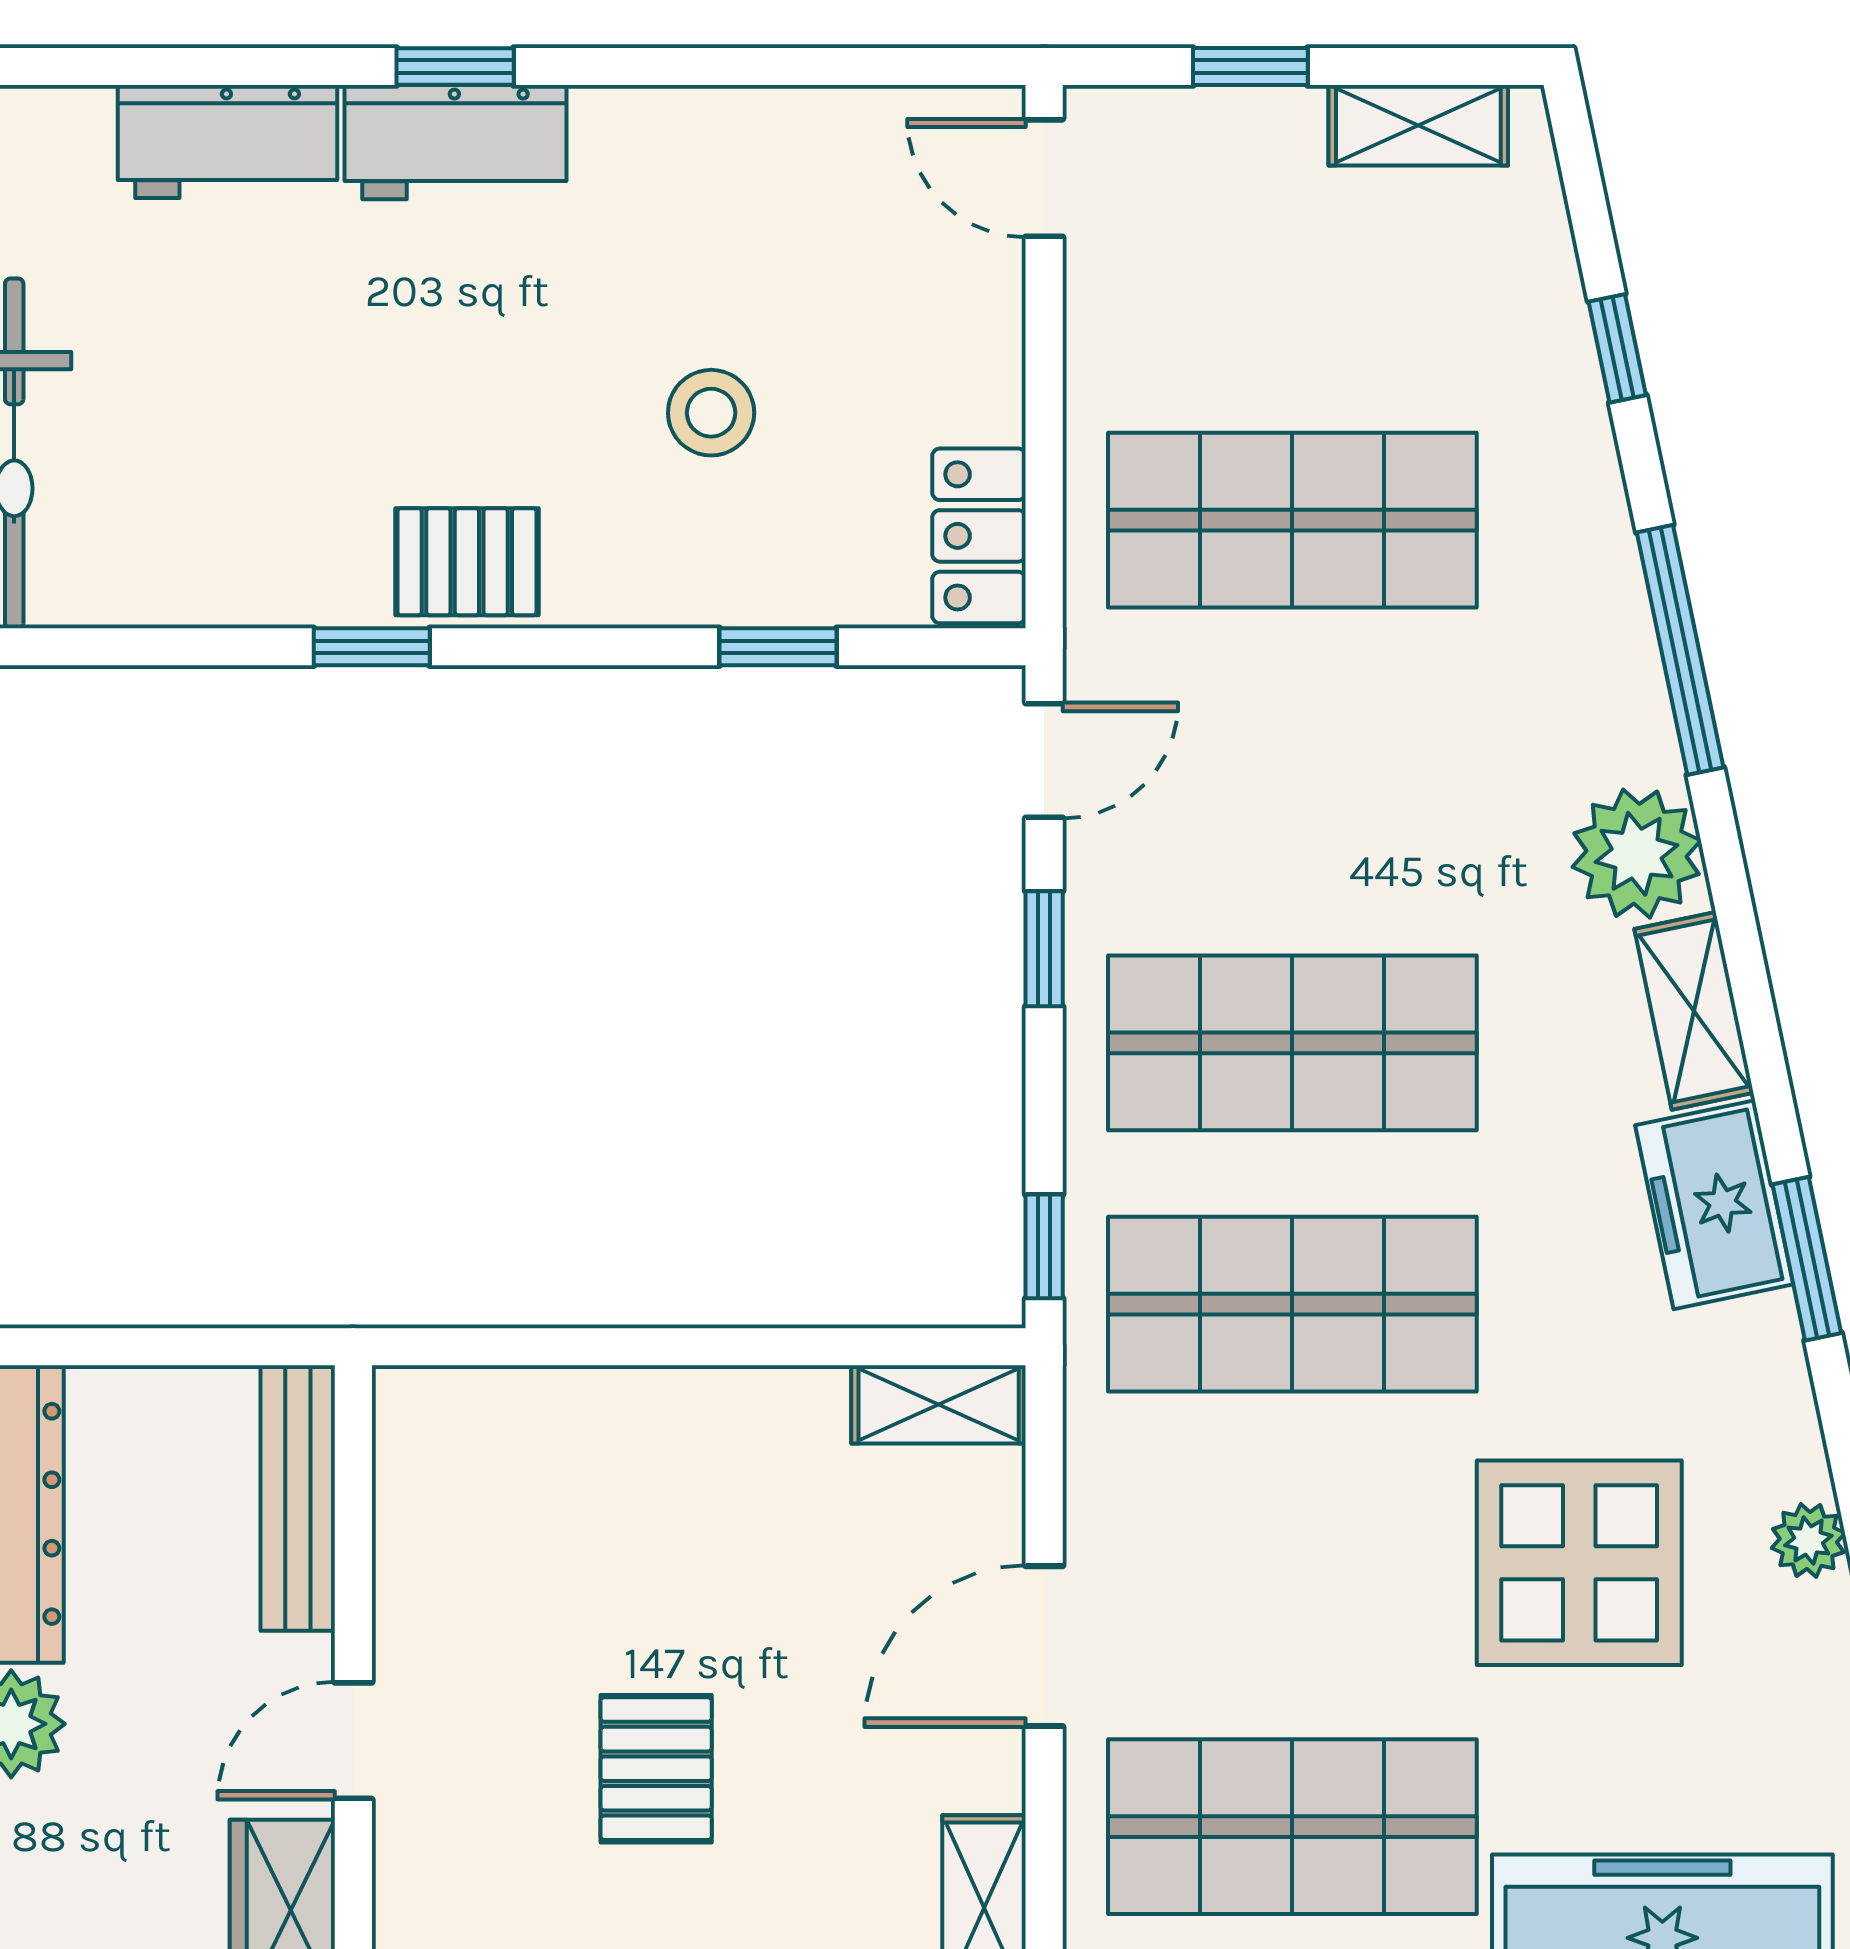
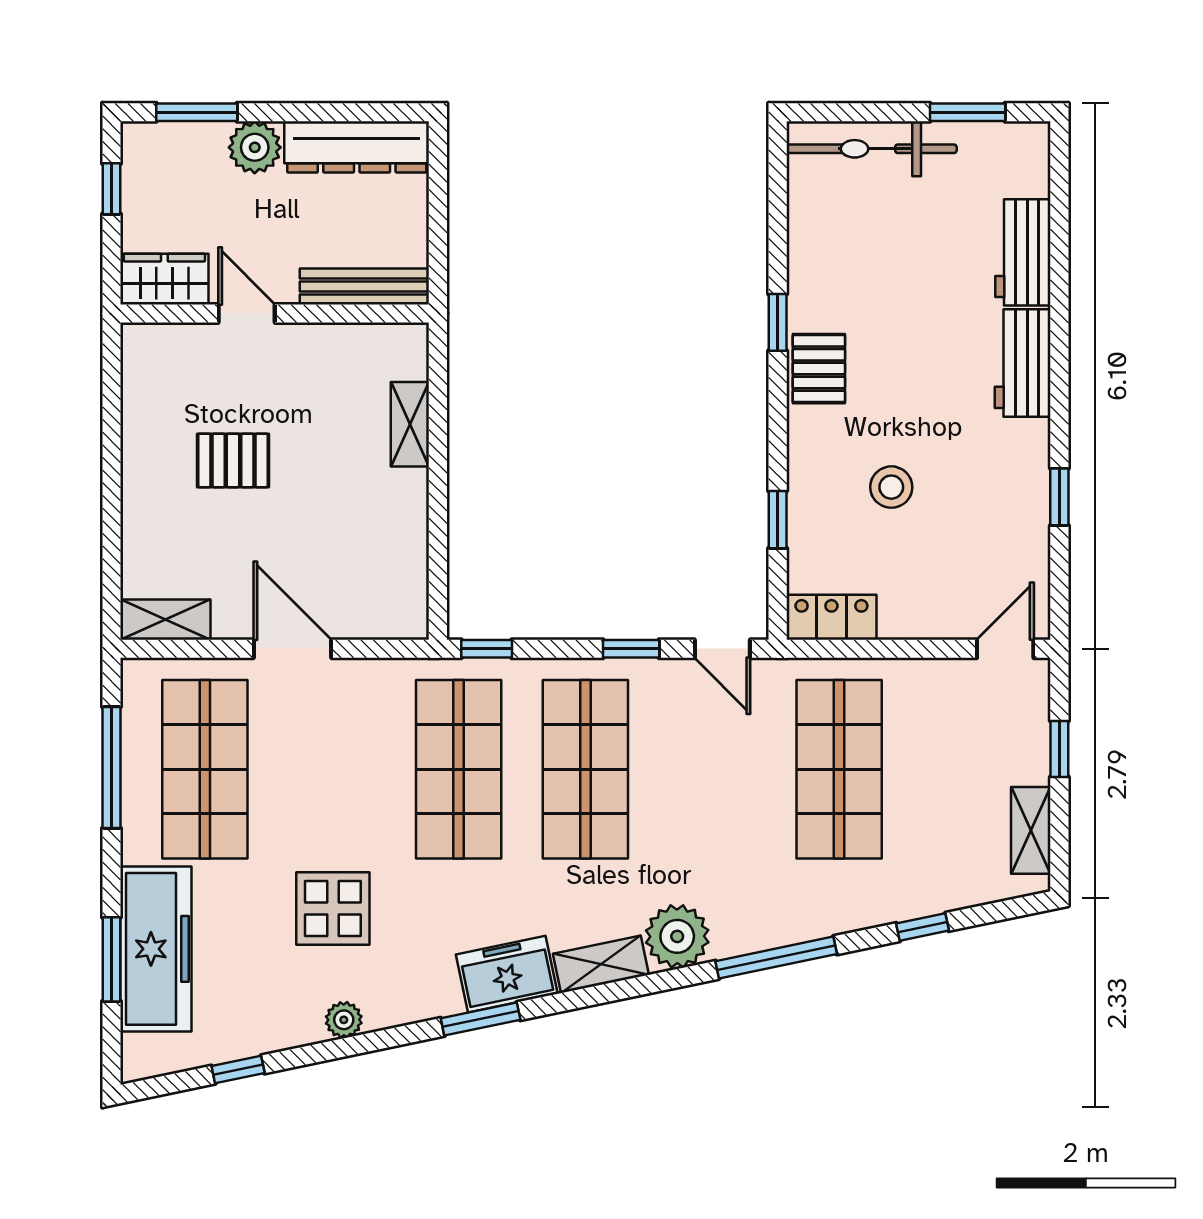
window: (455, 66) -> (1059, 497), moved
shelving: (939, 1404) -> (410, 424), moved
display table: (1579, 1563) -> (333, 909), width x0.73, depth x0.73

